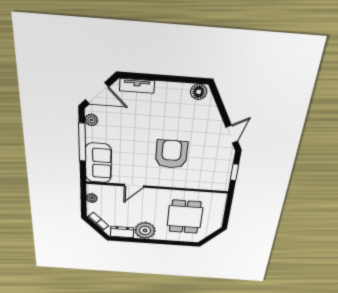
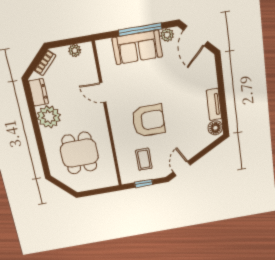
tv unit: (137, 86) -> (214, 104), moved
door: (232, 134) -> (182, 168), swing flipped
sofa: (98, 163) -> (137, 47), moved
coffee table: (209, 167) -> (144, 159), added
dining table: (185, 217) -> (79, 153), turned 90

